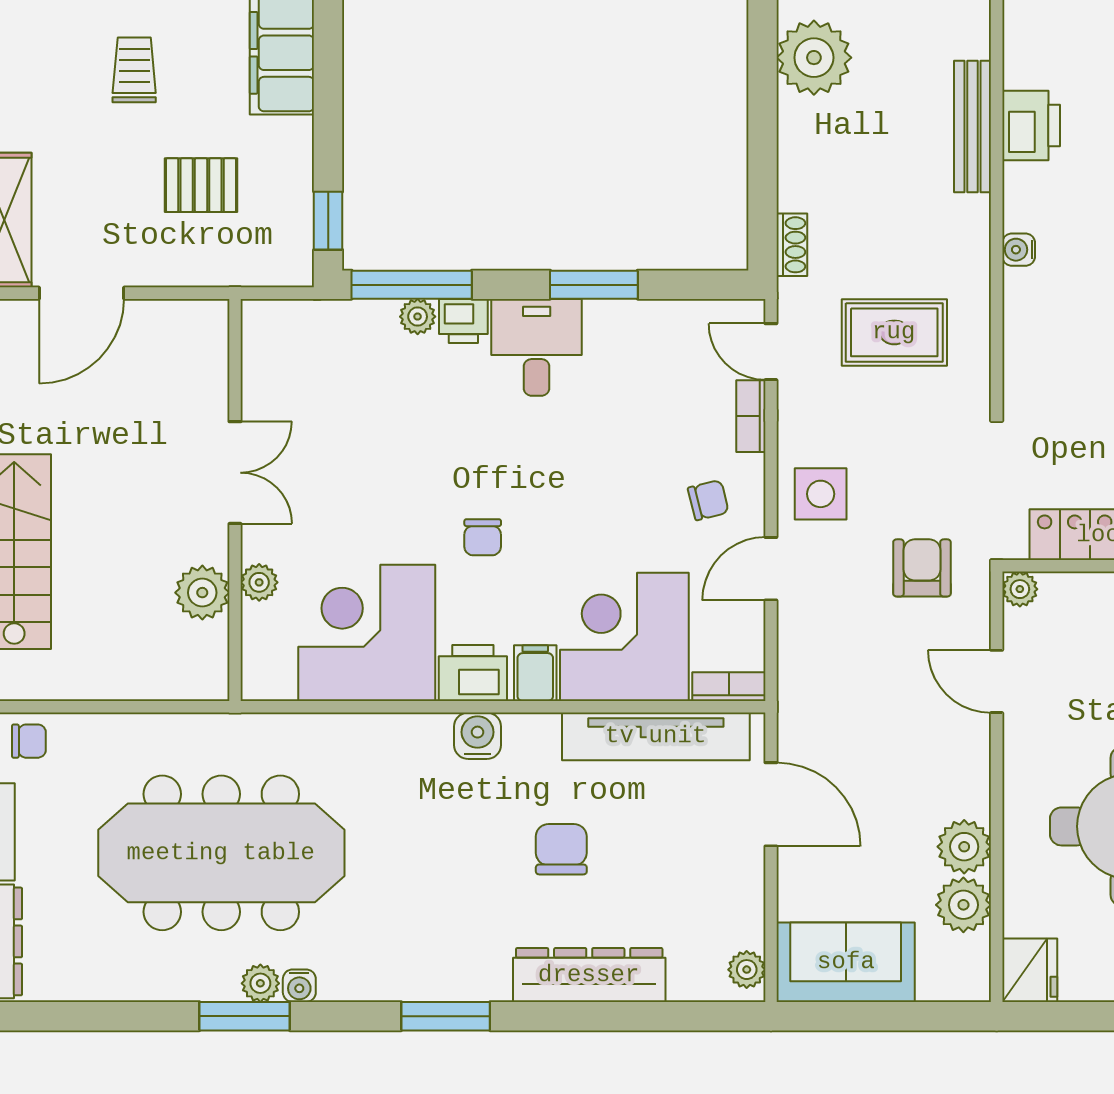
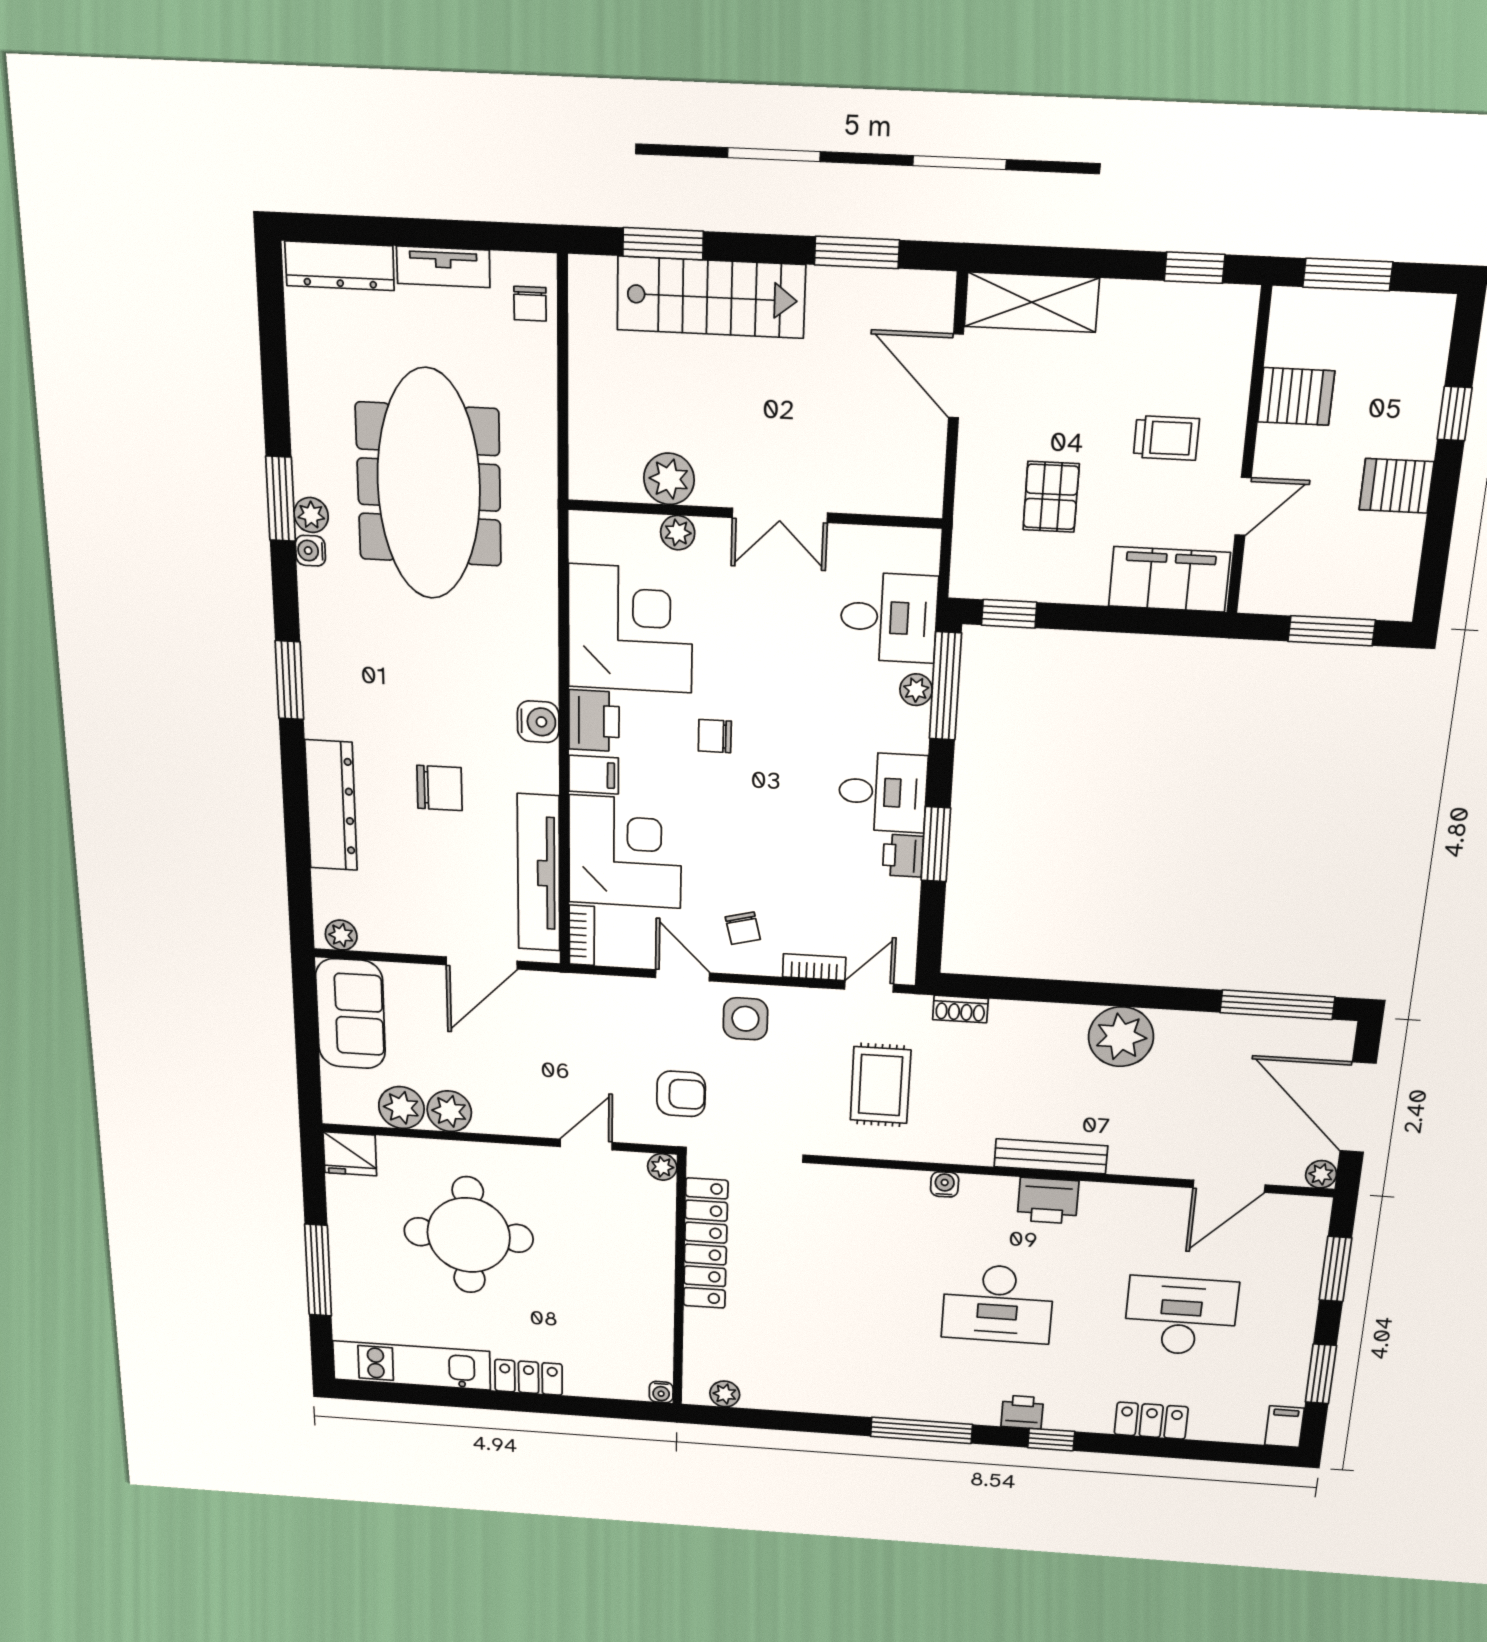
printer: (463, 321) -> (903, 856), moved
desk: (339, 351) -> (889, 618), added

